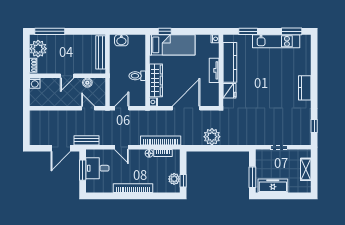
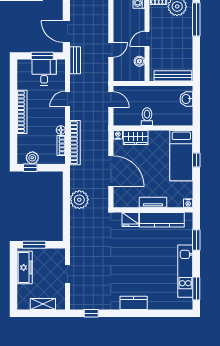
window: (165, 31) -> (196, 160), moved
door: (67, 76) -> (147, 39), hinge flipped
wardrobe: (156, 80) -> (136, 138), width x0.67
door: (88, 108) -> (111, 50), moved

